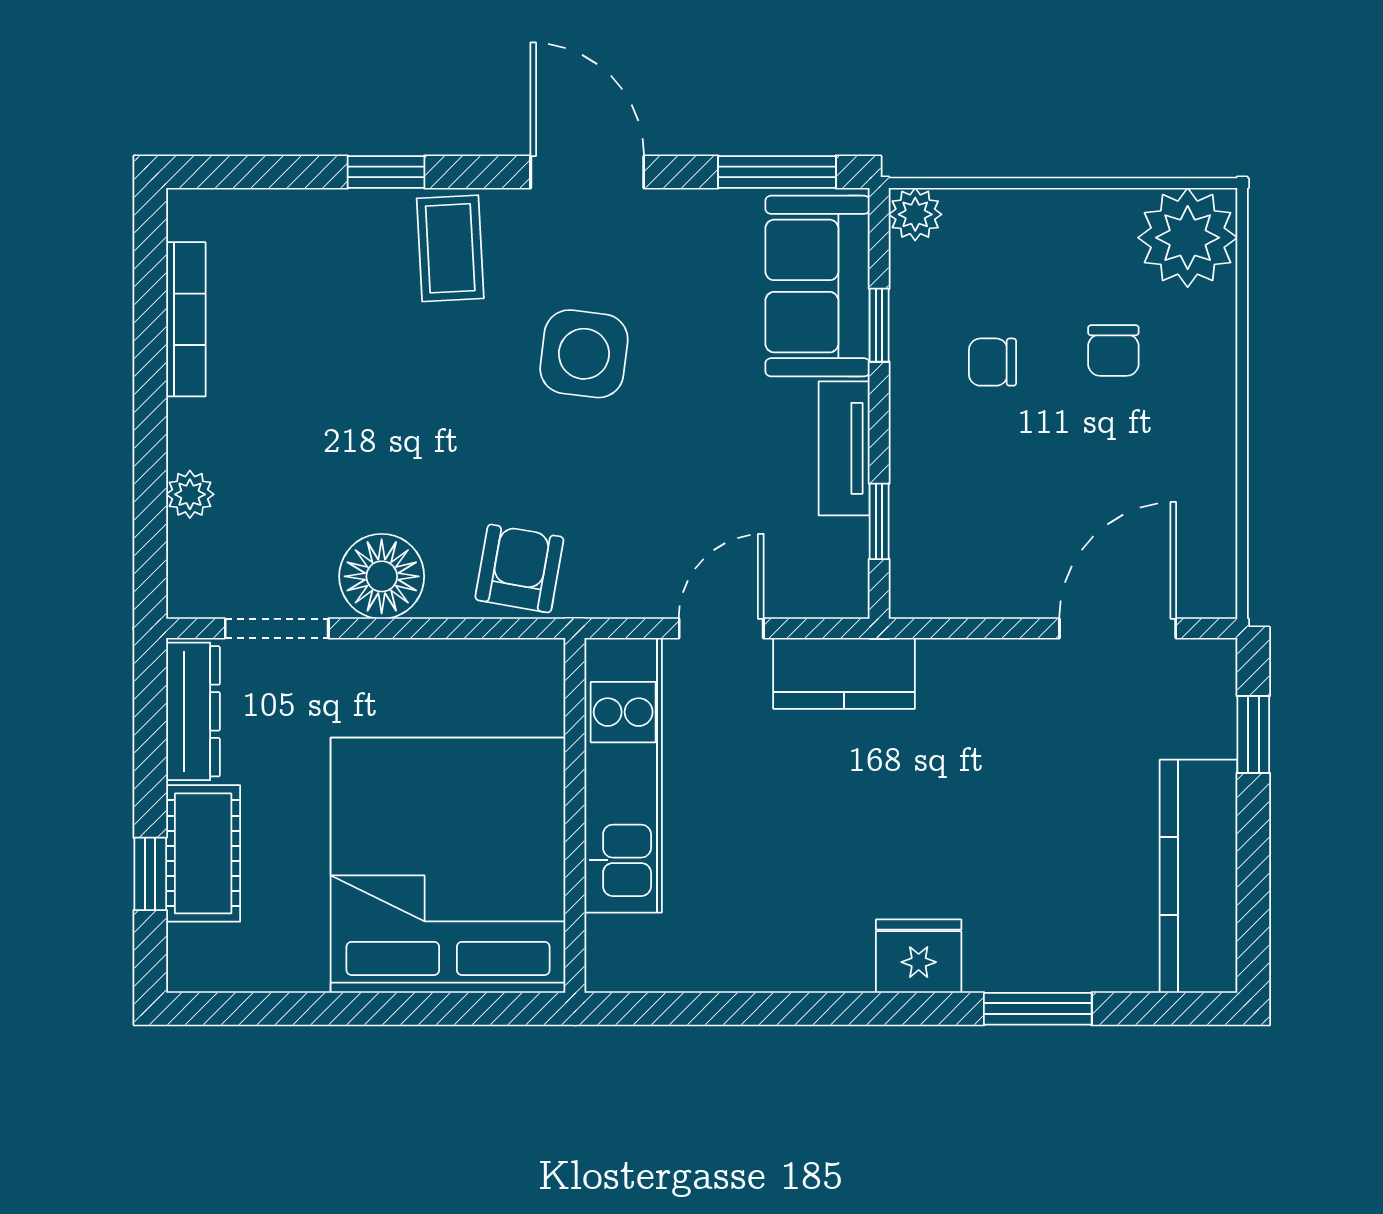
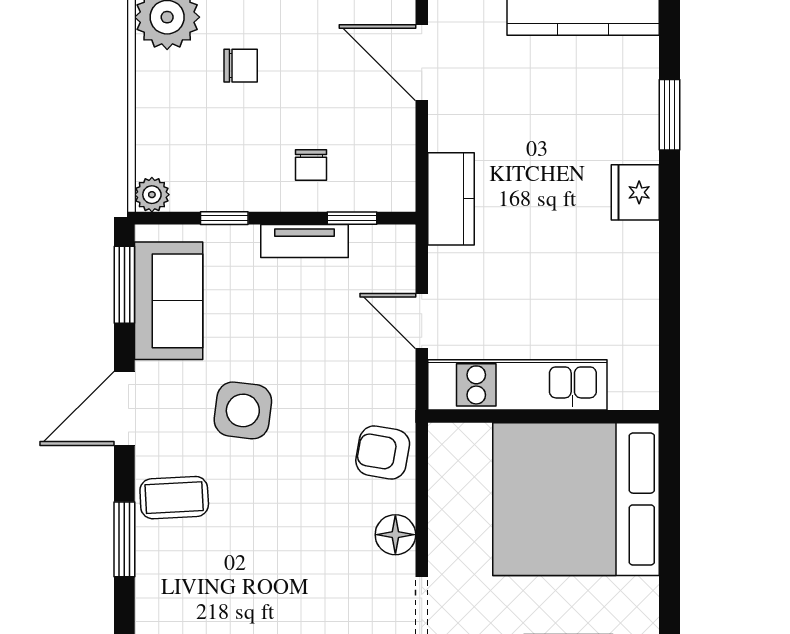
window: (386, 172) -> (124, 539), width x1.50
sofa: (818, 286) -> (169, 301), moved, turned -90
chair: (992, 362) -> (311, 165), moved
floor lamp: (382, 576) -> (395, 535), width x0.73, depth x0.73
kitchen counter: (844, 673) -> (451, 199), moved

